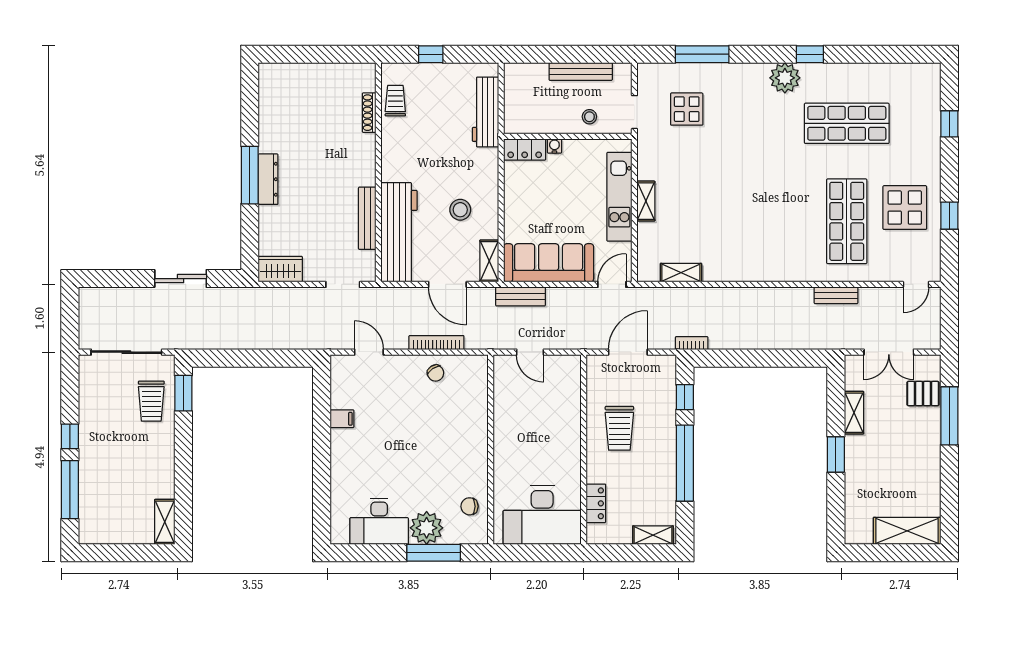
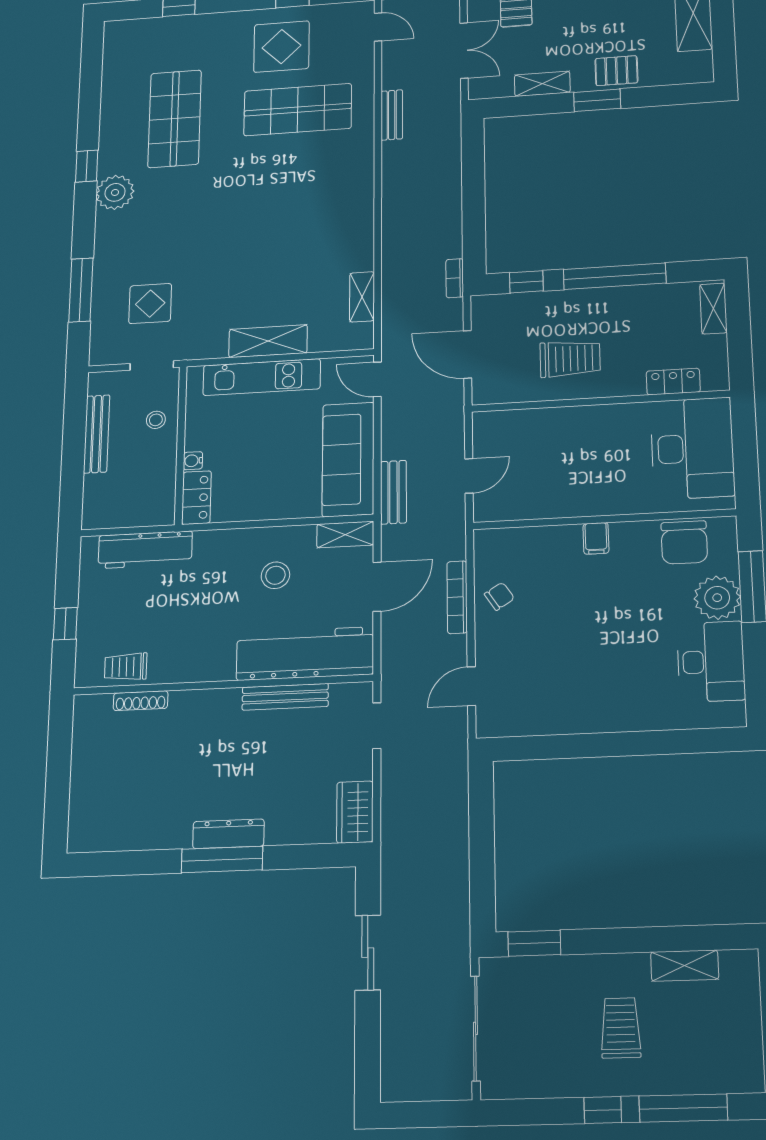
shelving: (646, 201) -> (268, 341), width x1.50, depth x1.33
trolley: (151, 401) -> (621, 1028), moved, turned -90
filing cabinet: (342, 419) -> (596, 538), moved, turned 180
pallet: (861, 470) -> (616, 71), added
chair: (470, 506) -> (684, 542), width x1.87, depth x1.87
shelving: (165, 522) -> (685, 966), moved

